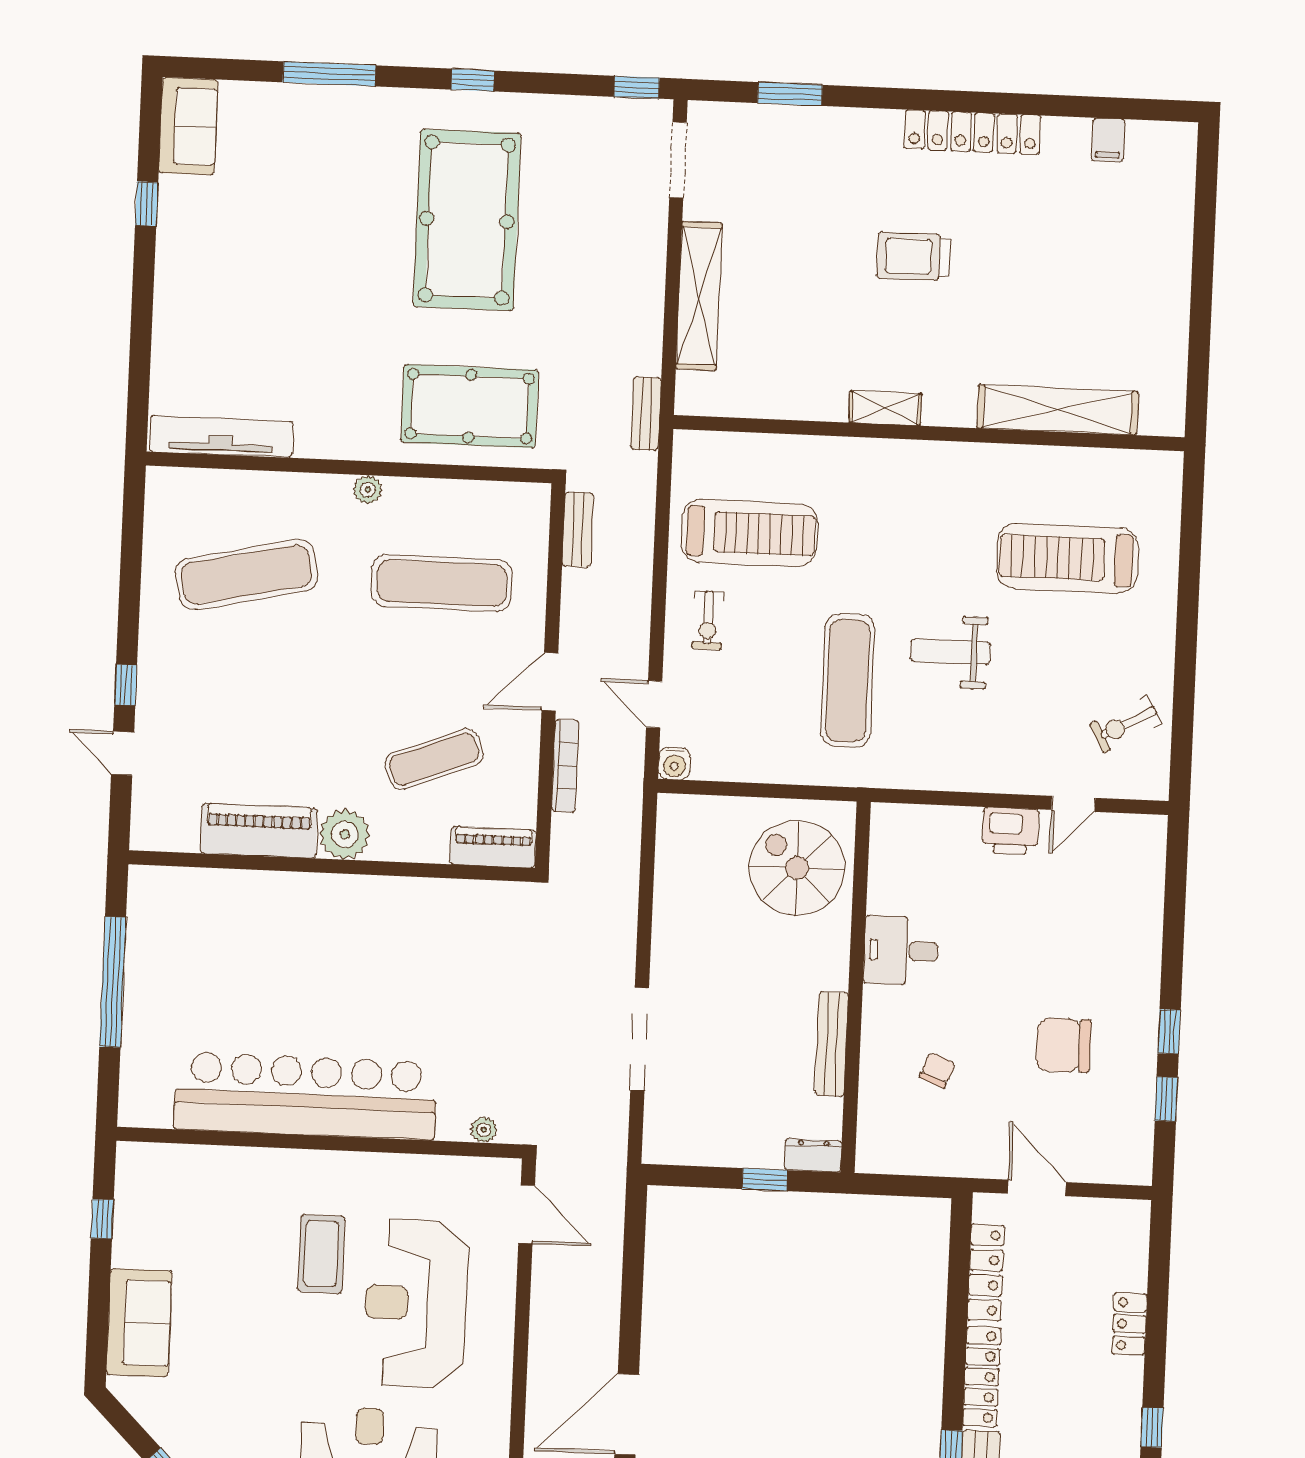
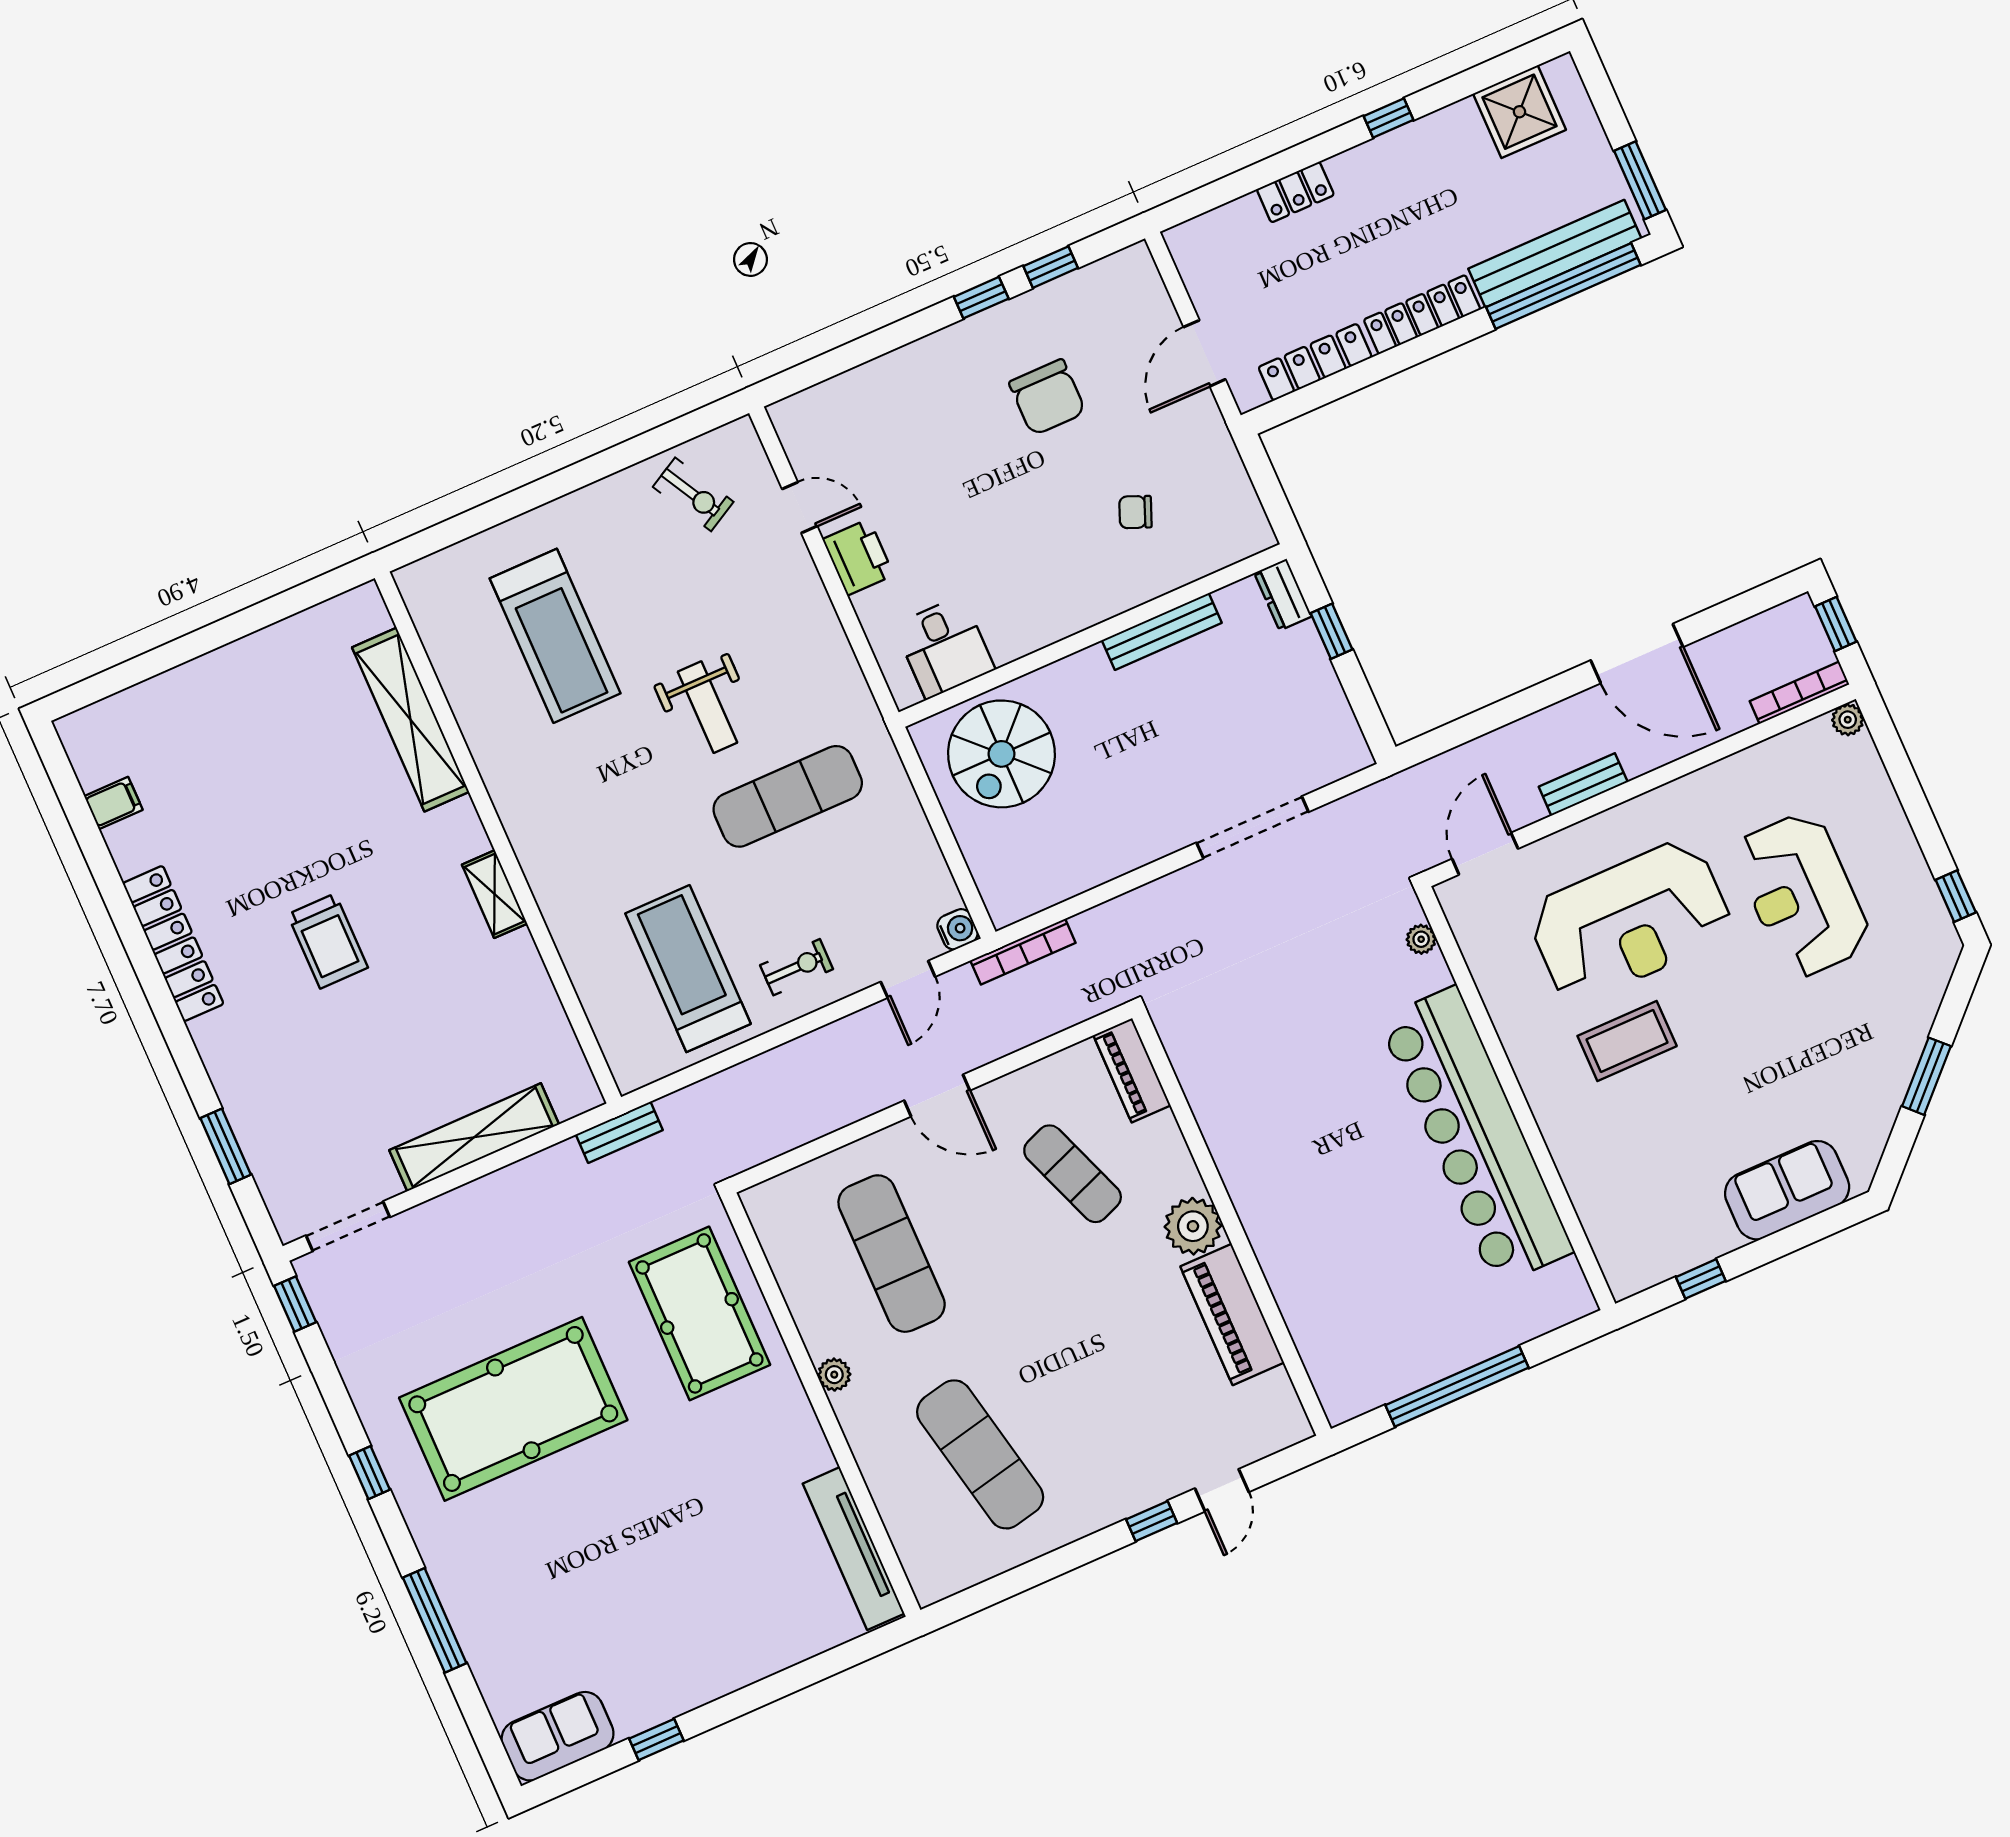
bench: (578, 530) -> (1583, 784), moved
bookcase: (565, 766) -> (1023, 952), moved, turned 180
desk: (901, 950) -> (944, 647), moved

